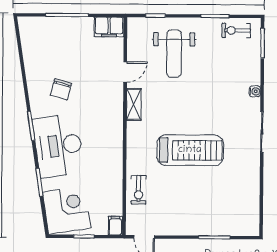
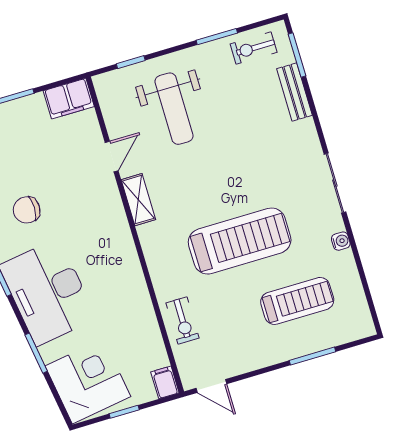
bench: (254, 66) -> (294, 92), added
chair: (61, 89) -> (27, 210), turned 74
water cooler: (255, 91) -> (341, 241), moved
treadmill: (215, 199) -> (297, 301), added

